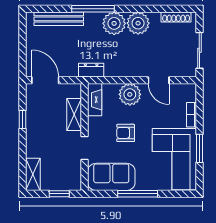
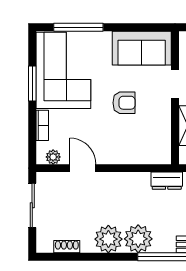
shoe rack: (176, 17) -> (67, 247), width x0.70
plant: (130, 94) -> (53, 157), moved, width x0.53, depth x0.53
fireplace: (95, 100) -> (162, 144), removed
window: (138, 194) -> (78, 27), moved

